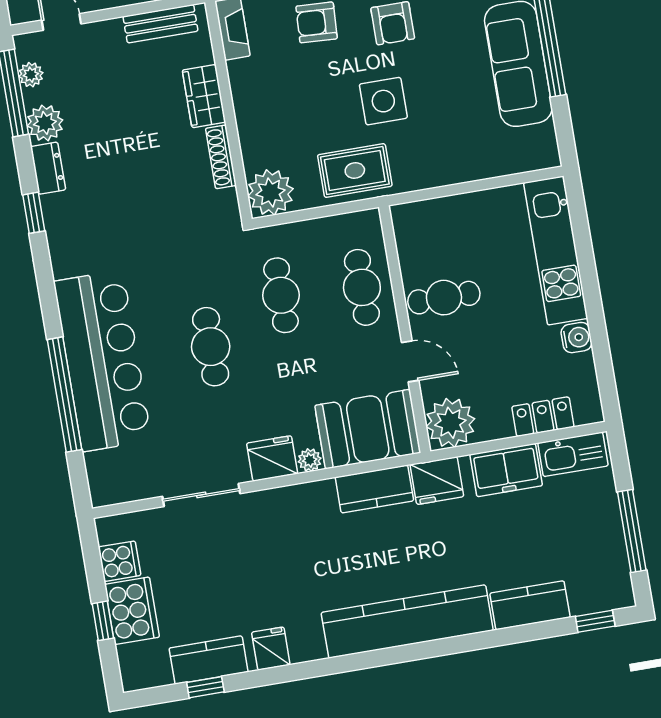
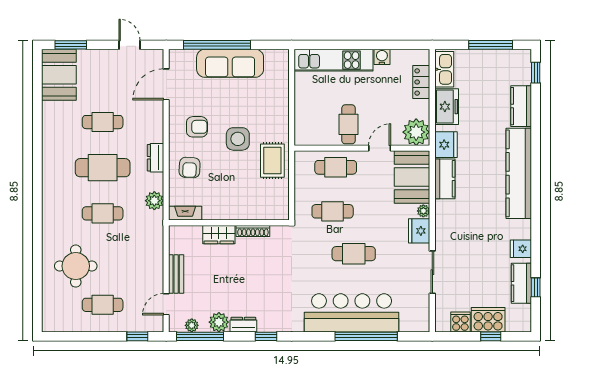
bench: (160, 24) -> (176, 274), moved
plant: (270, 192) -> (276, 208), removed

